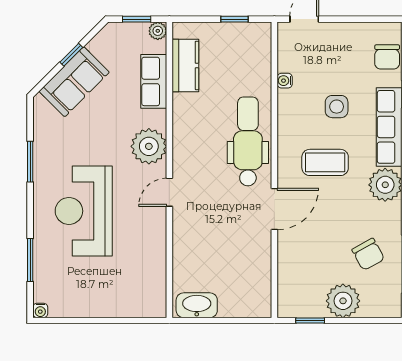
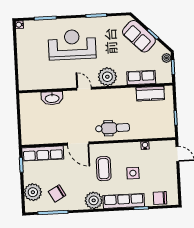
plant: (158, 31) -> (166, 58), moved
dental chair: (248, 141) -> (113, 128), width x0.73, depth x0.72
row of seats: (290, 278) -> (43, 153), added
plant: (343, 301) -> (33, 192), moved
washbasin: (197, 305) -> (52, 98), moved, turned 90

